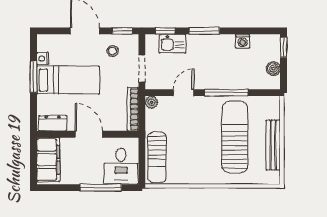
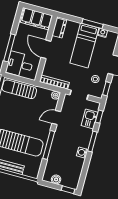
washing machine: (243, 41) -> (82, 153), moved
door: (183, 93) -> (56, 118), swing flipped
door: (89, 134) -> (46, 49), swing flipped

